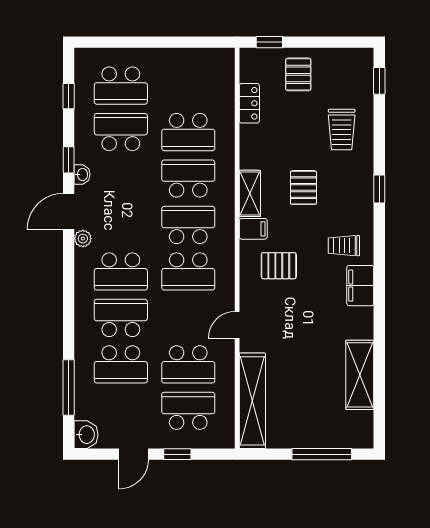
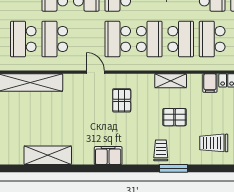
window: (379, 189) -> (174, 168), width x1.50
filing cabinet: (253, 229) -> (210, 83), moved
trolley: (344, 246) -> (161, 150), moved
door: (237, 325) -> (95, 72), moved
school desk: (188, 411) -> (23, 39), turned 180

